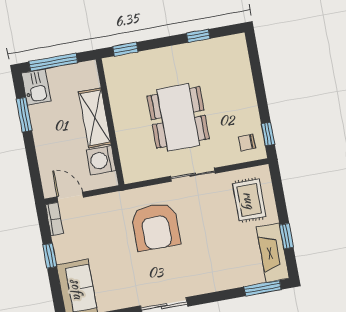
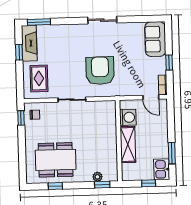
plant: (135, 60) -> (97, 177), added
window: (53, 62) -> (149, 183), width x0.46
dining table: (178, 117) -> (56, 160), moved, turned 90

